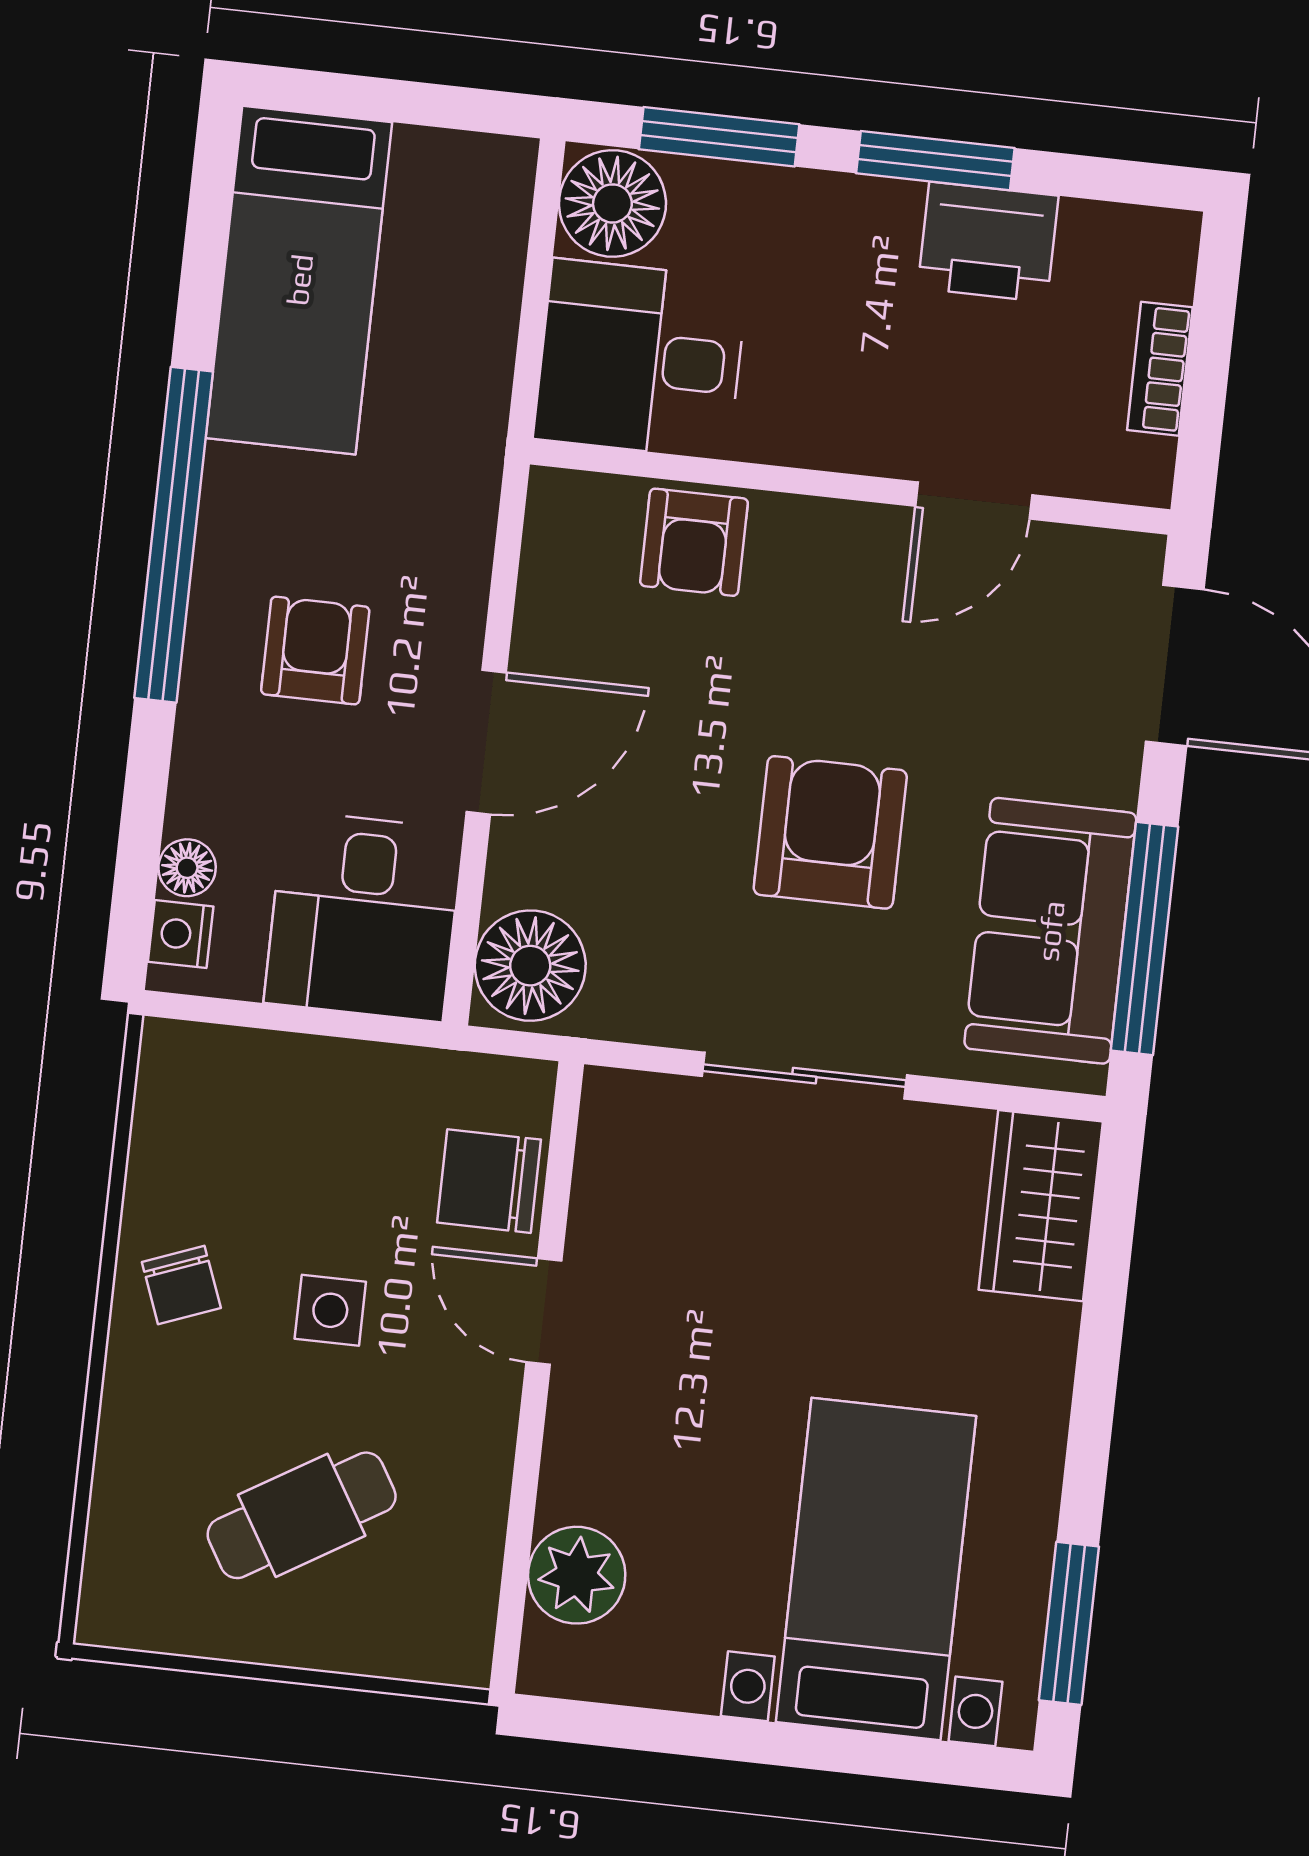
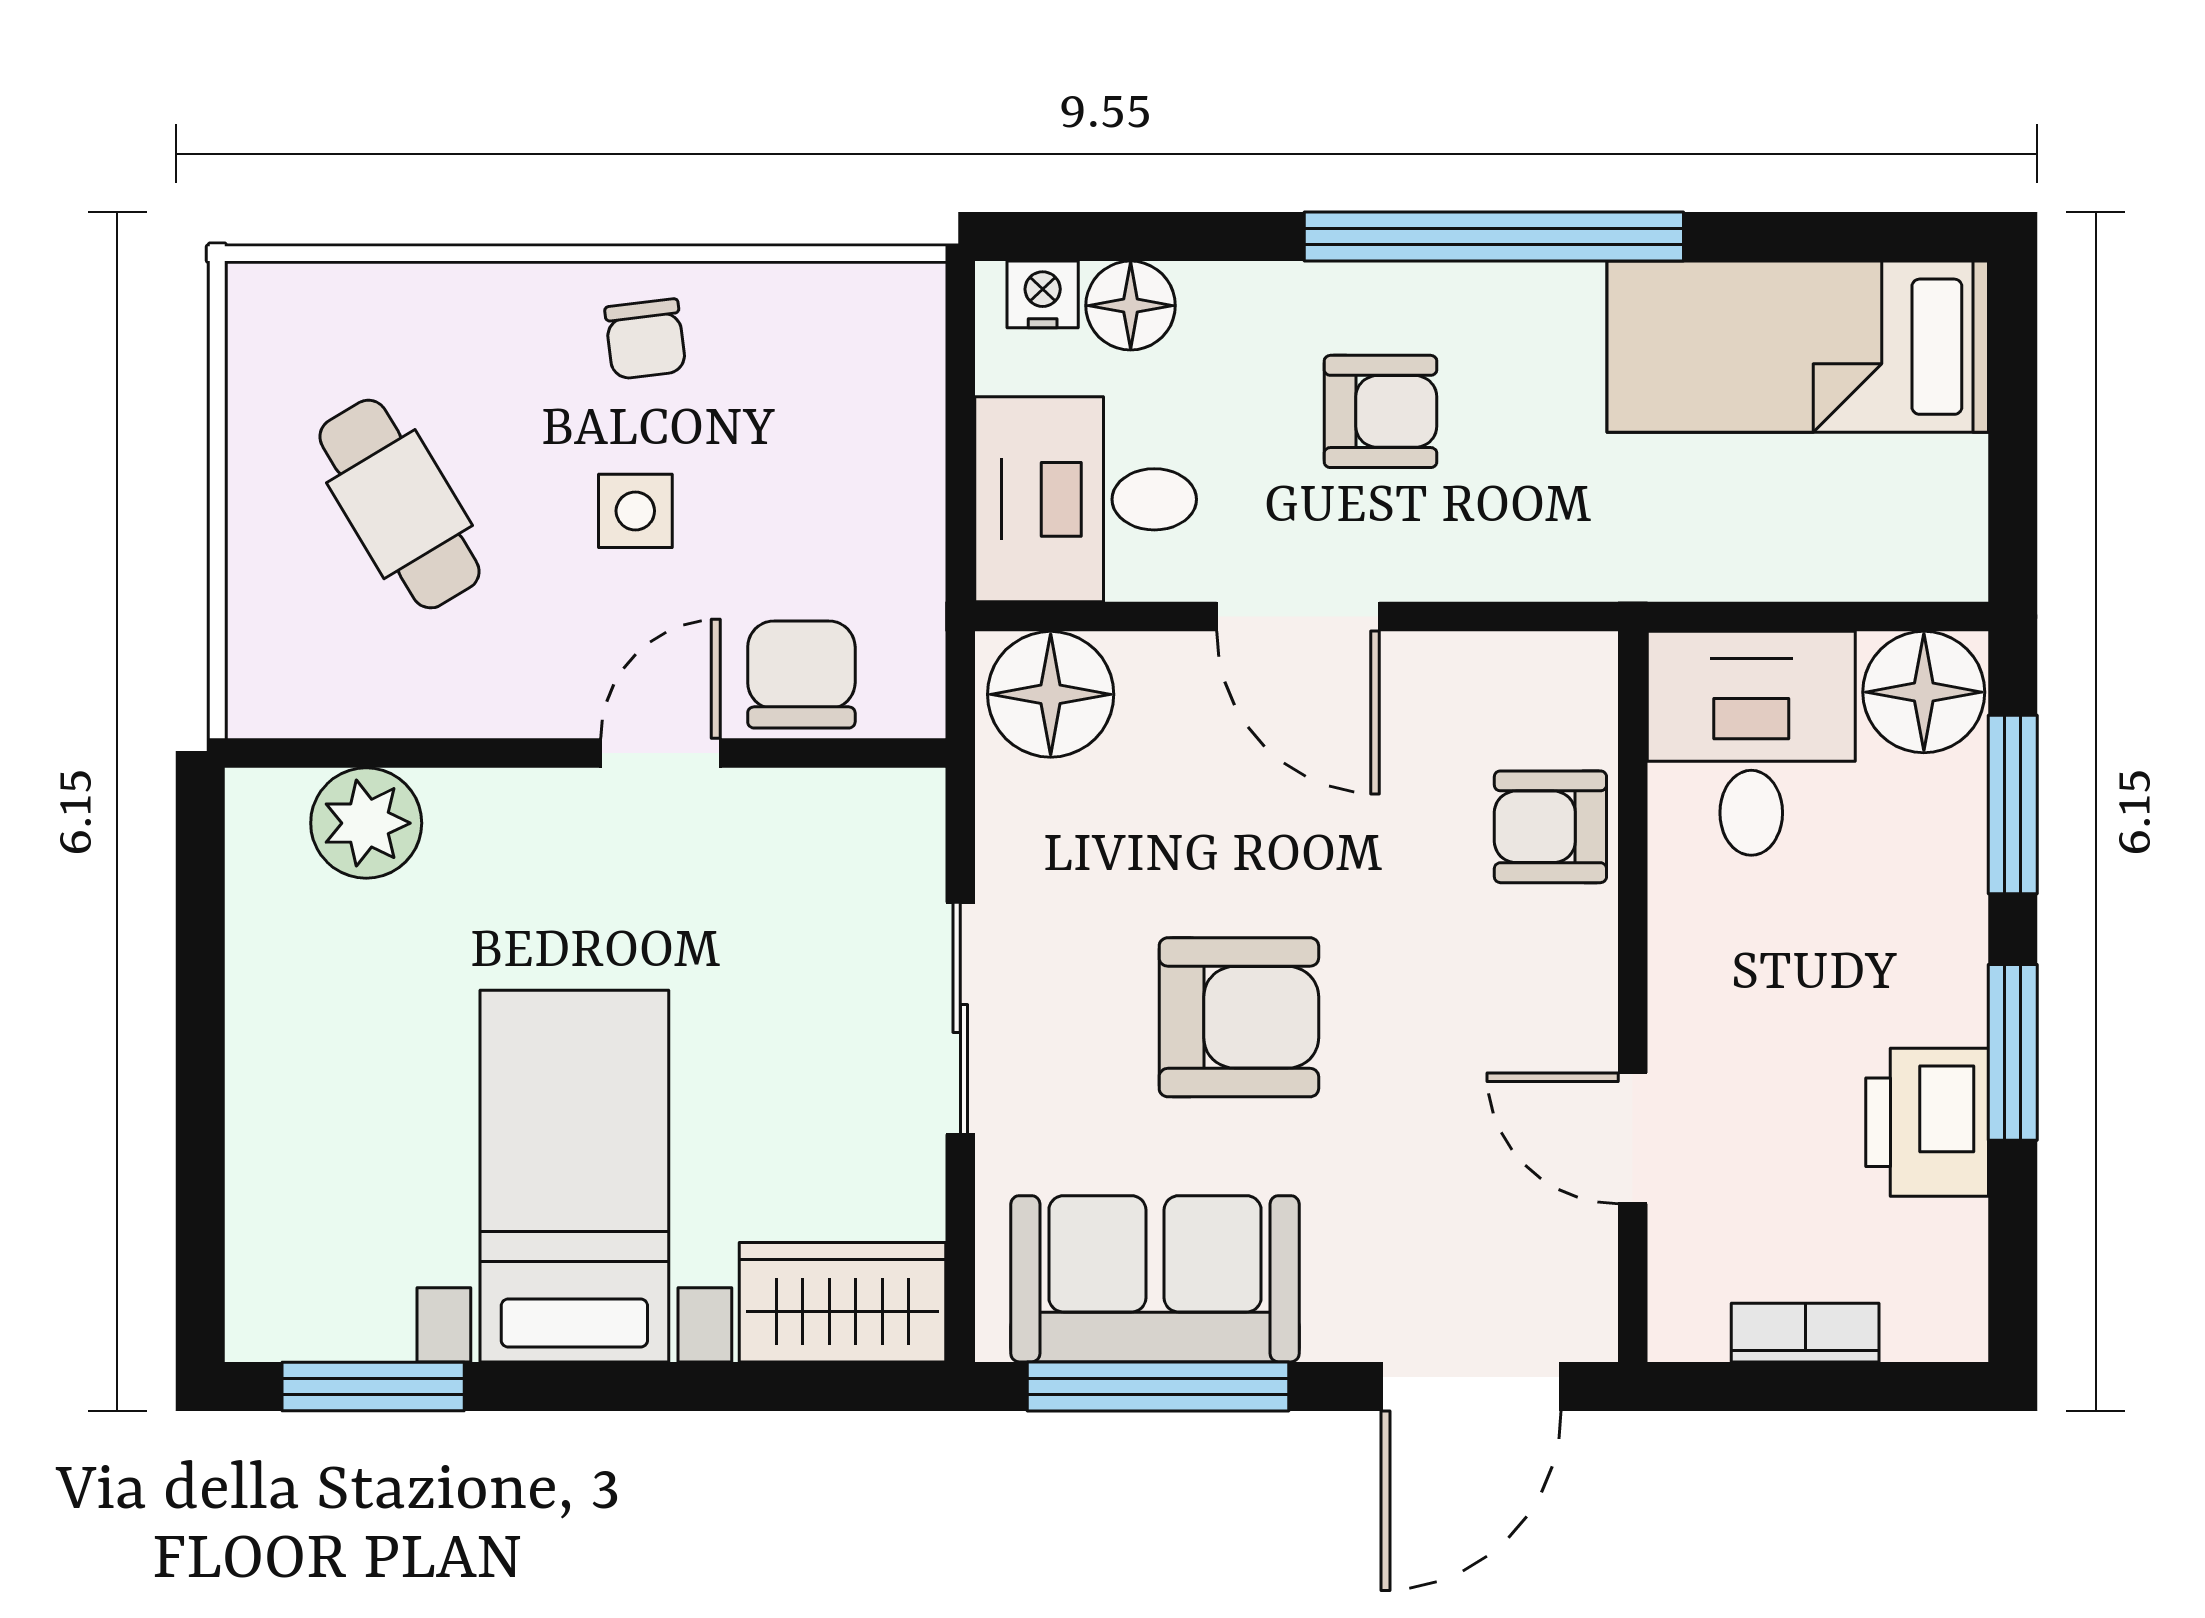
floor lamp: (187, 868) -> (1131, 306), width x1.37, depth x1.37
chair: (181, 1285) -> (645, 339), turned -76
bed with nightstands: (876, 1569) -> (574, 1176), moved, turned -90

